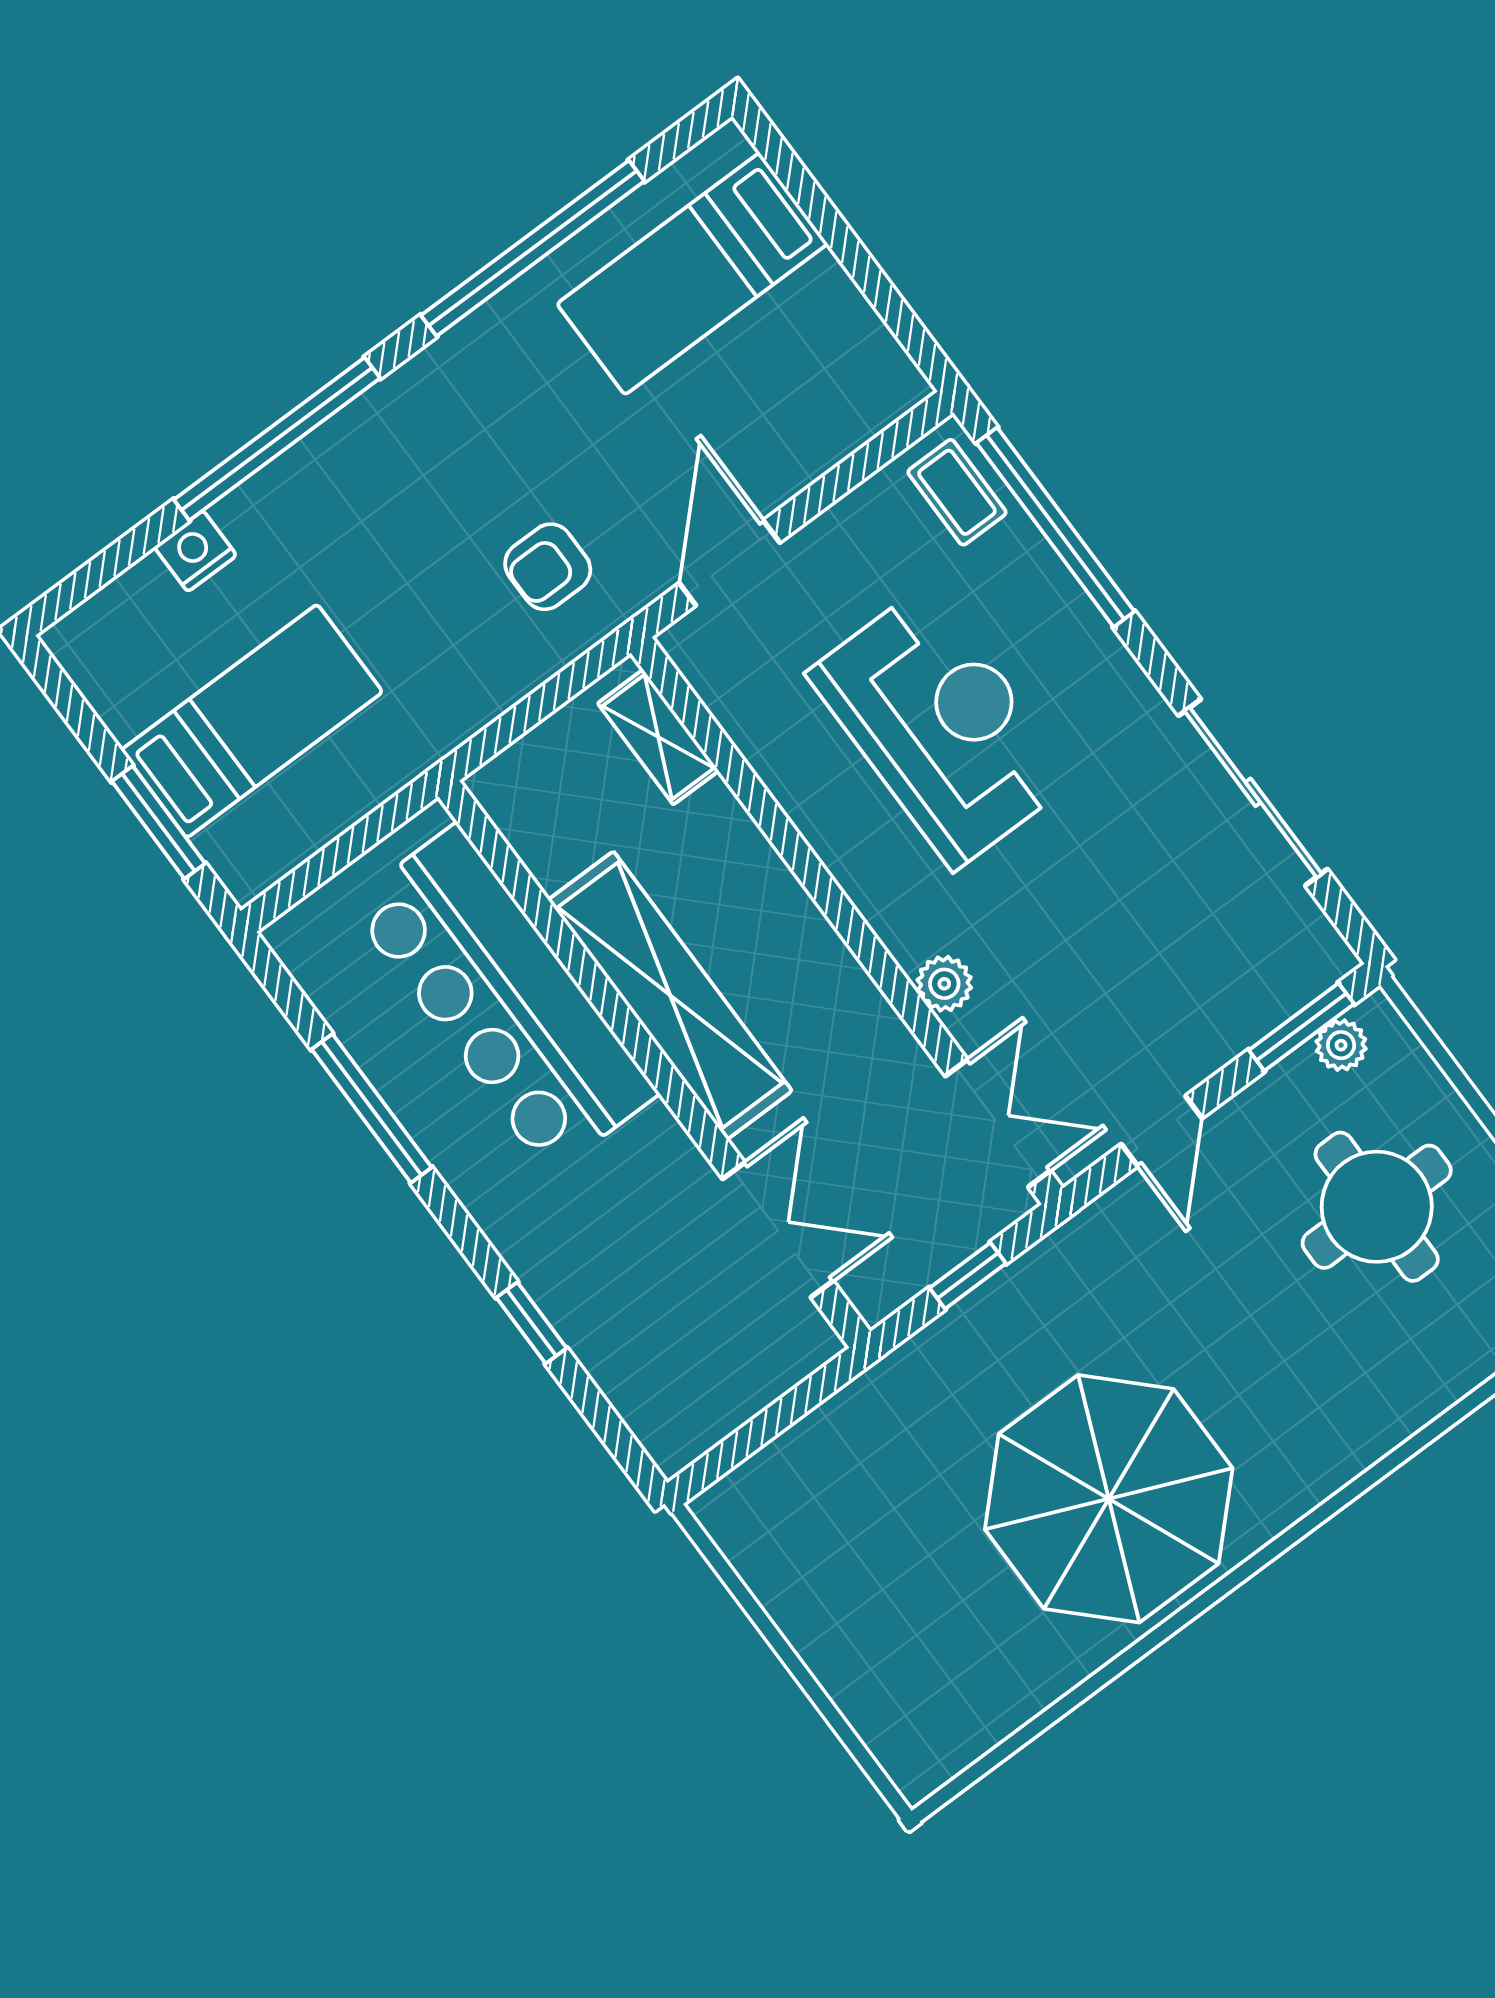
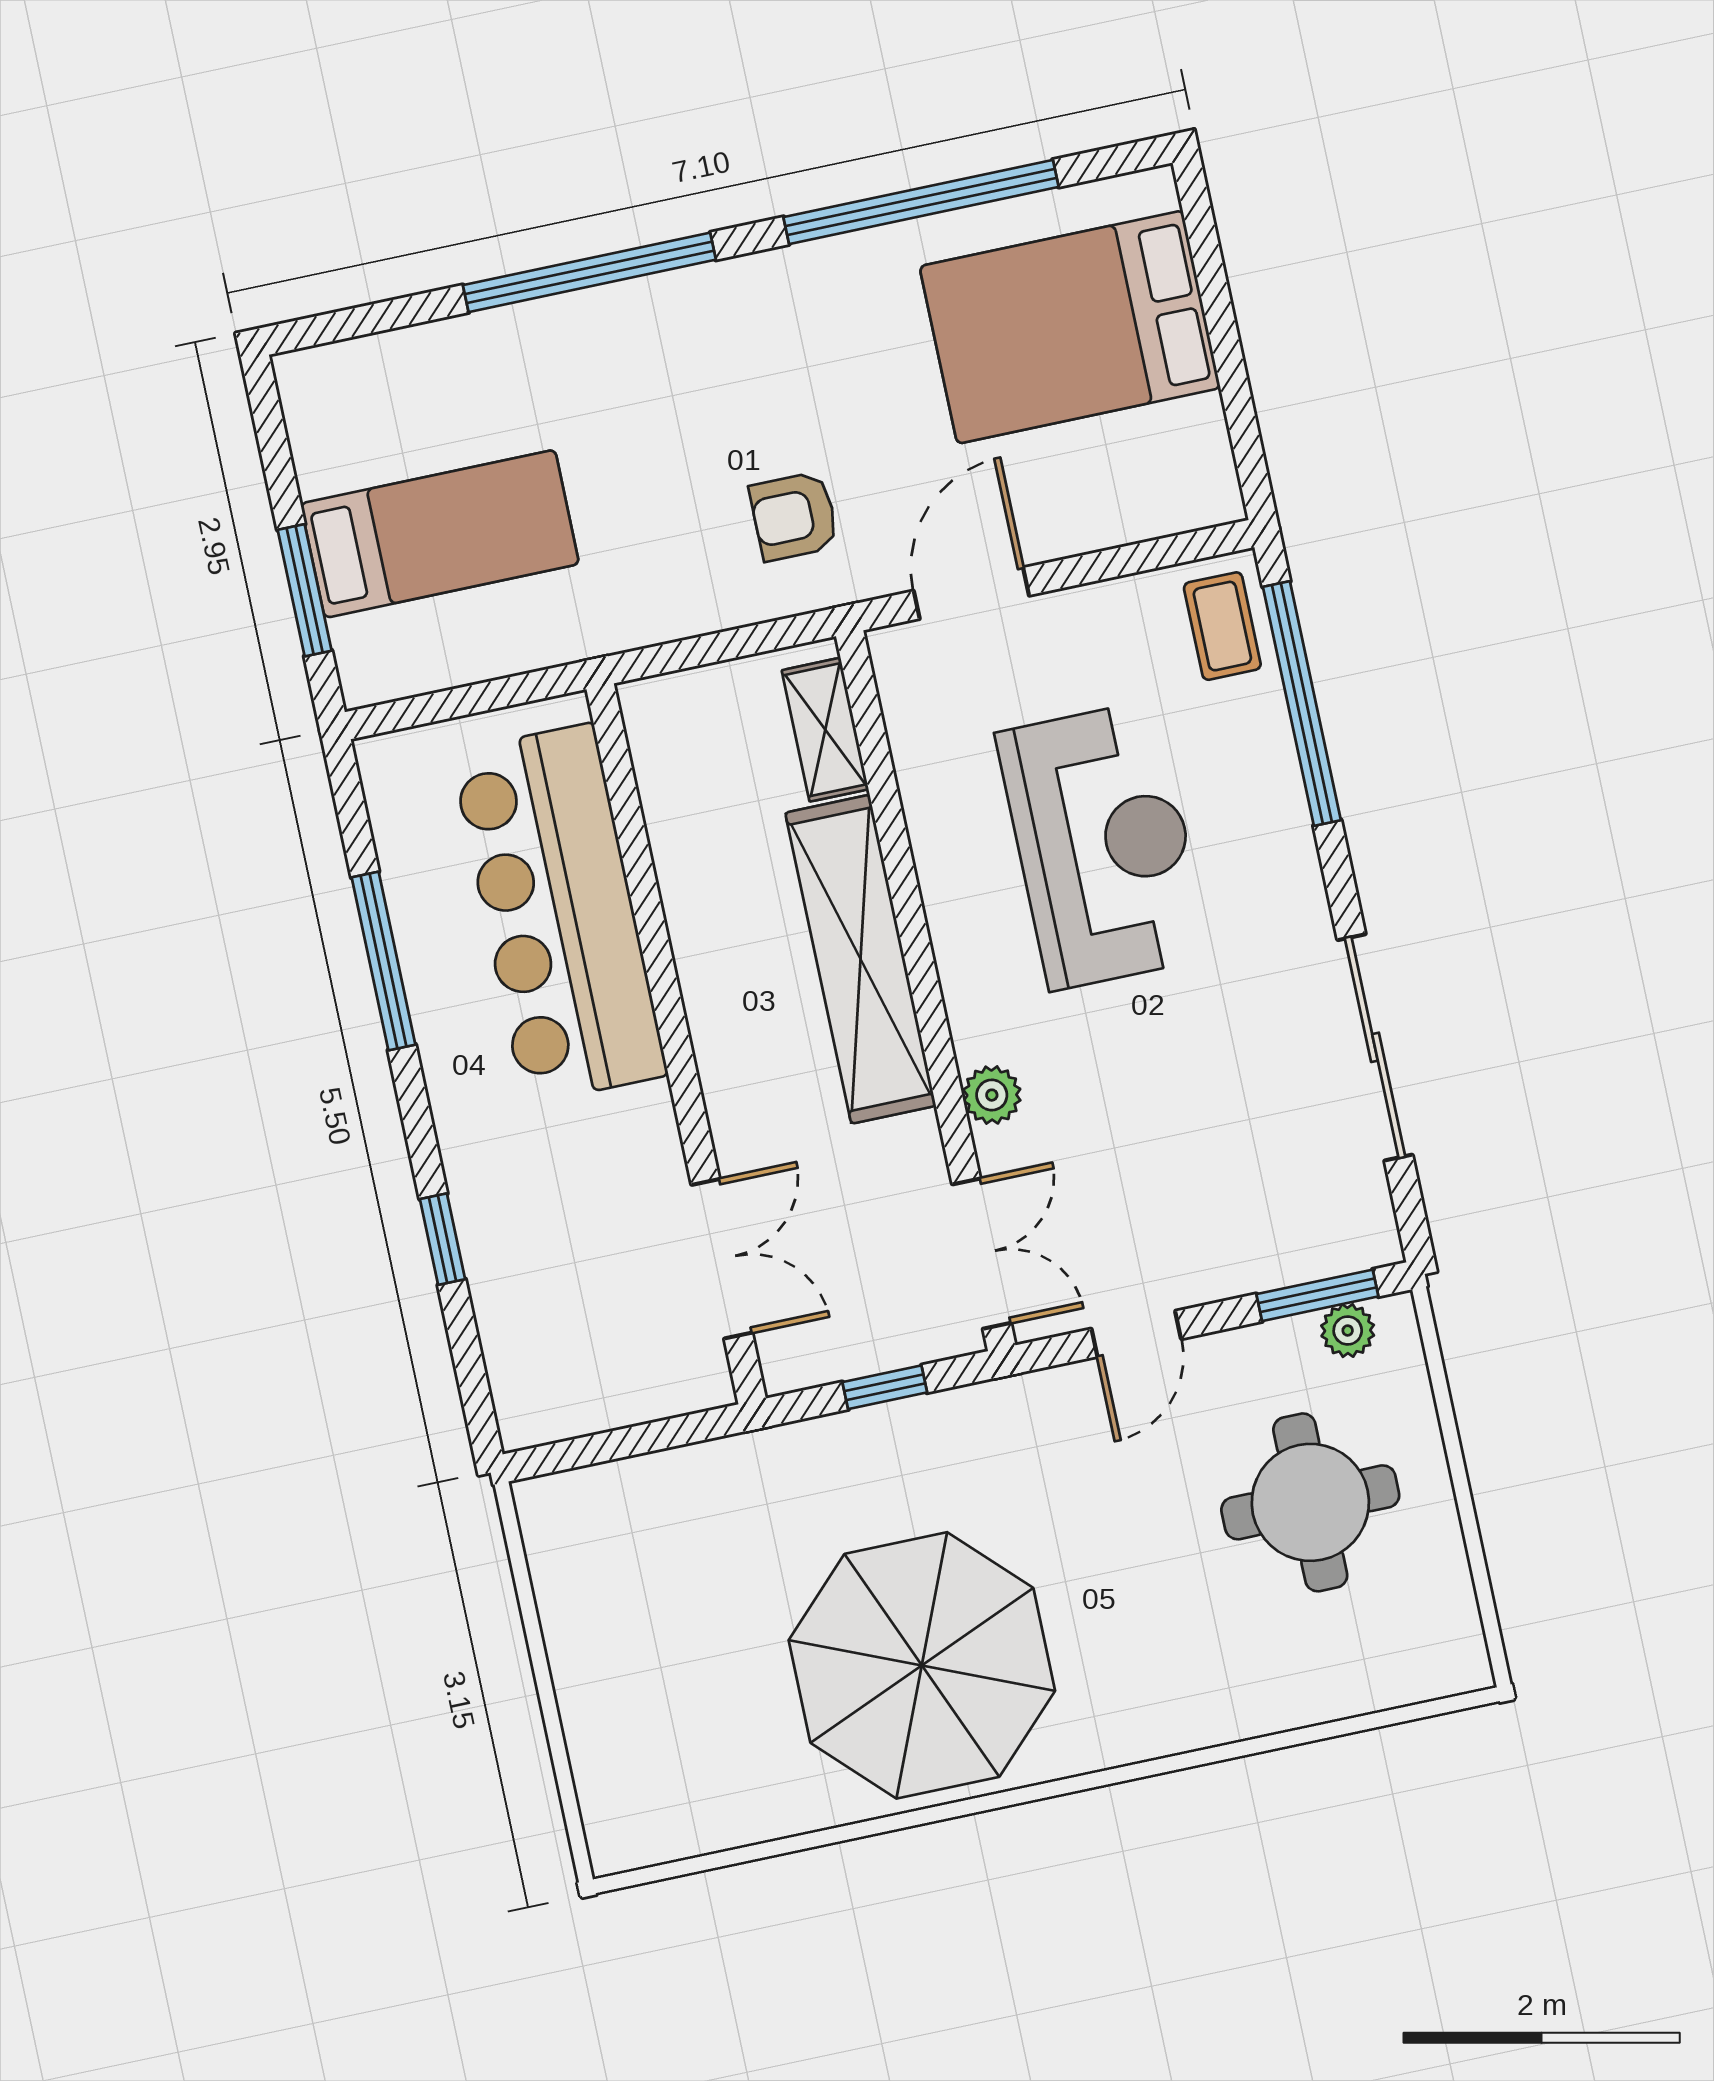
bed: (692, 274) -> (1070, 327), width x1.50
nightstand: (195, 551) -> (461, 345), removed
shelving: (670, 995) -> (861, 959), moved

